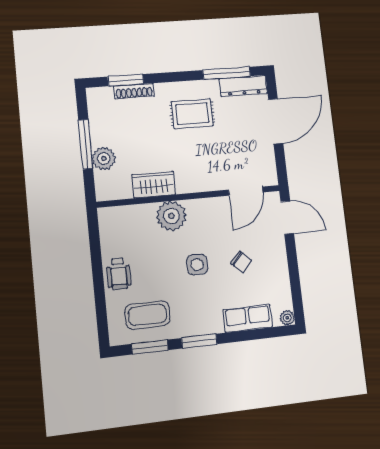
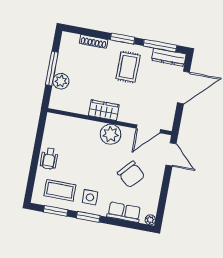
window: (126, 80) -> (123, 39), moved
rug: (192, 114) -> (128, 67), turned 90
wardrobe: (154, 185) -> (104, 110), moved
plant: (171, 216) -> (111, 134), moved
chair: (241, 262) -> (131, 174), width x1.87, depth x1.87
side table: (197, 265) -> (90, 197), moved

